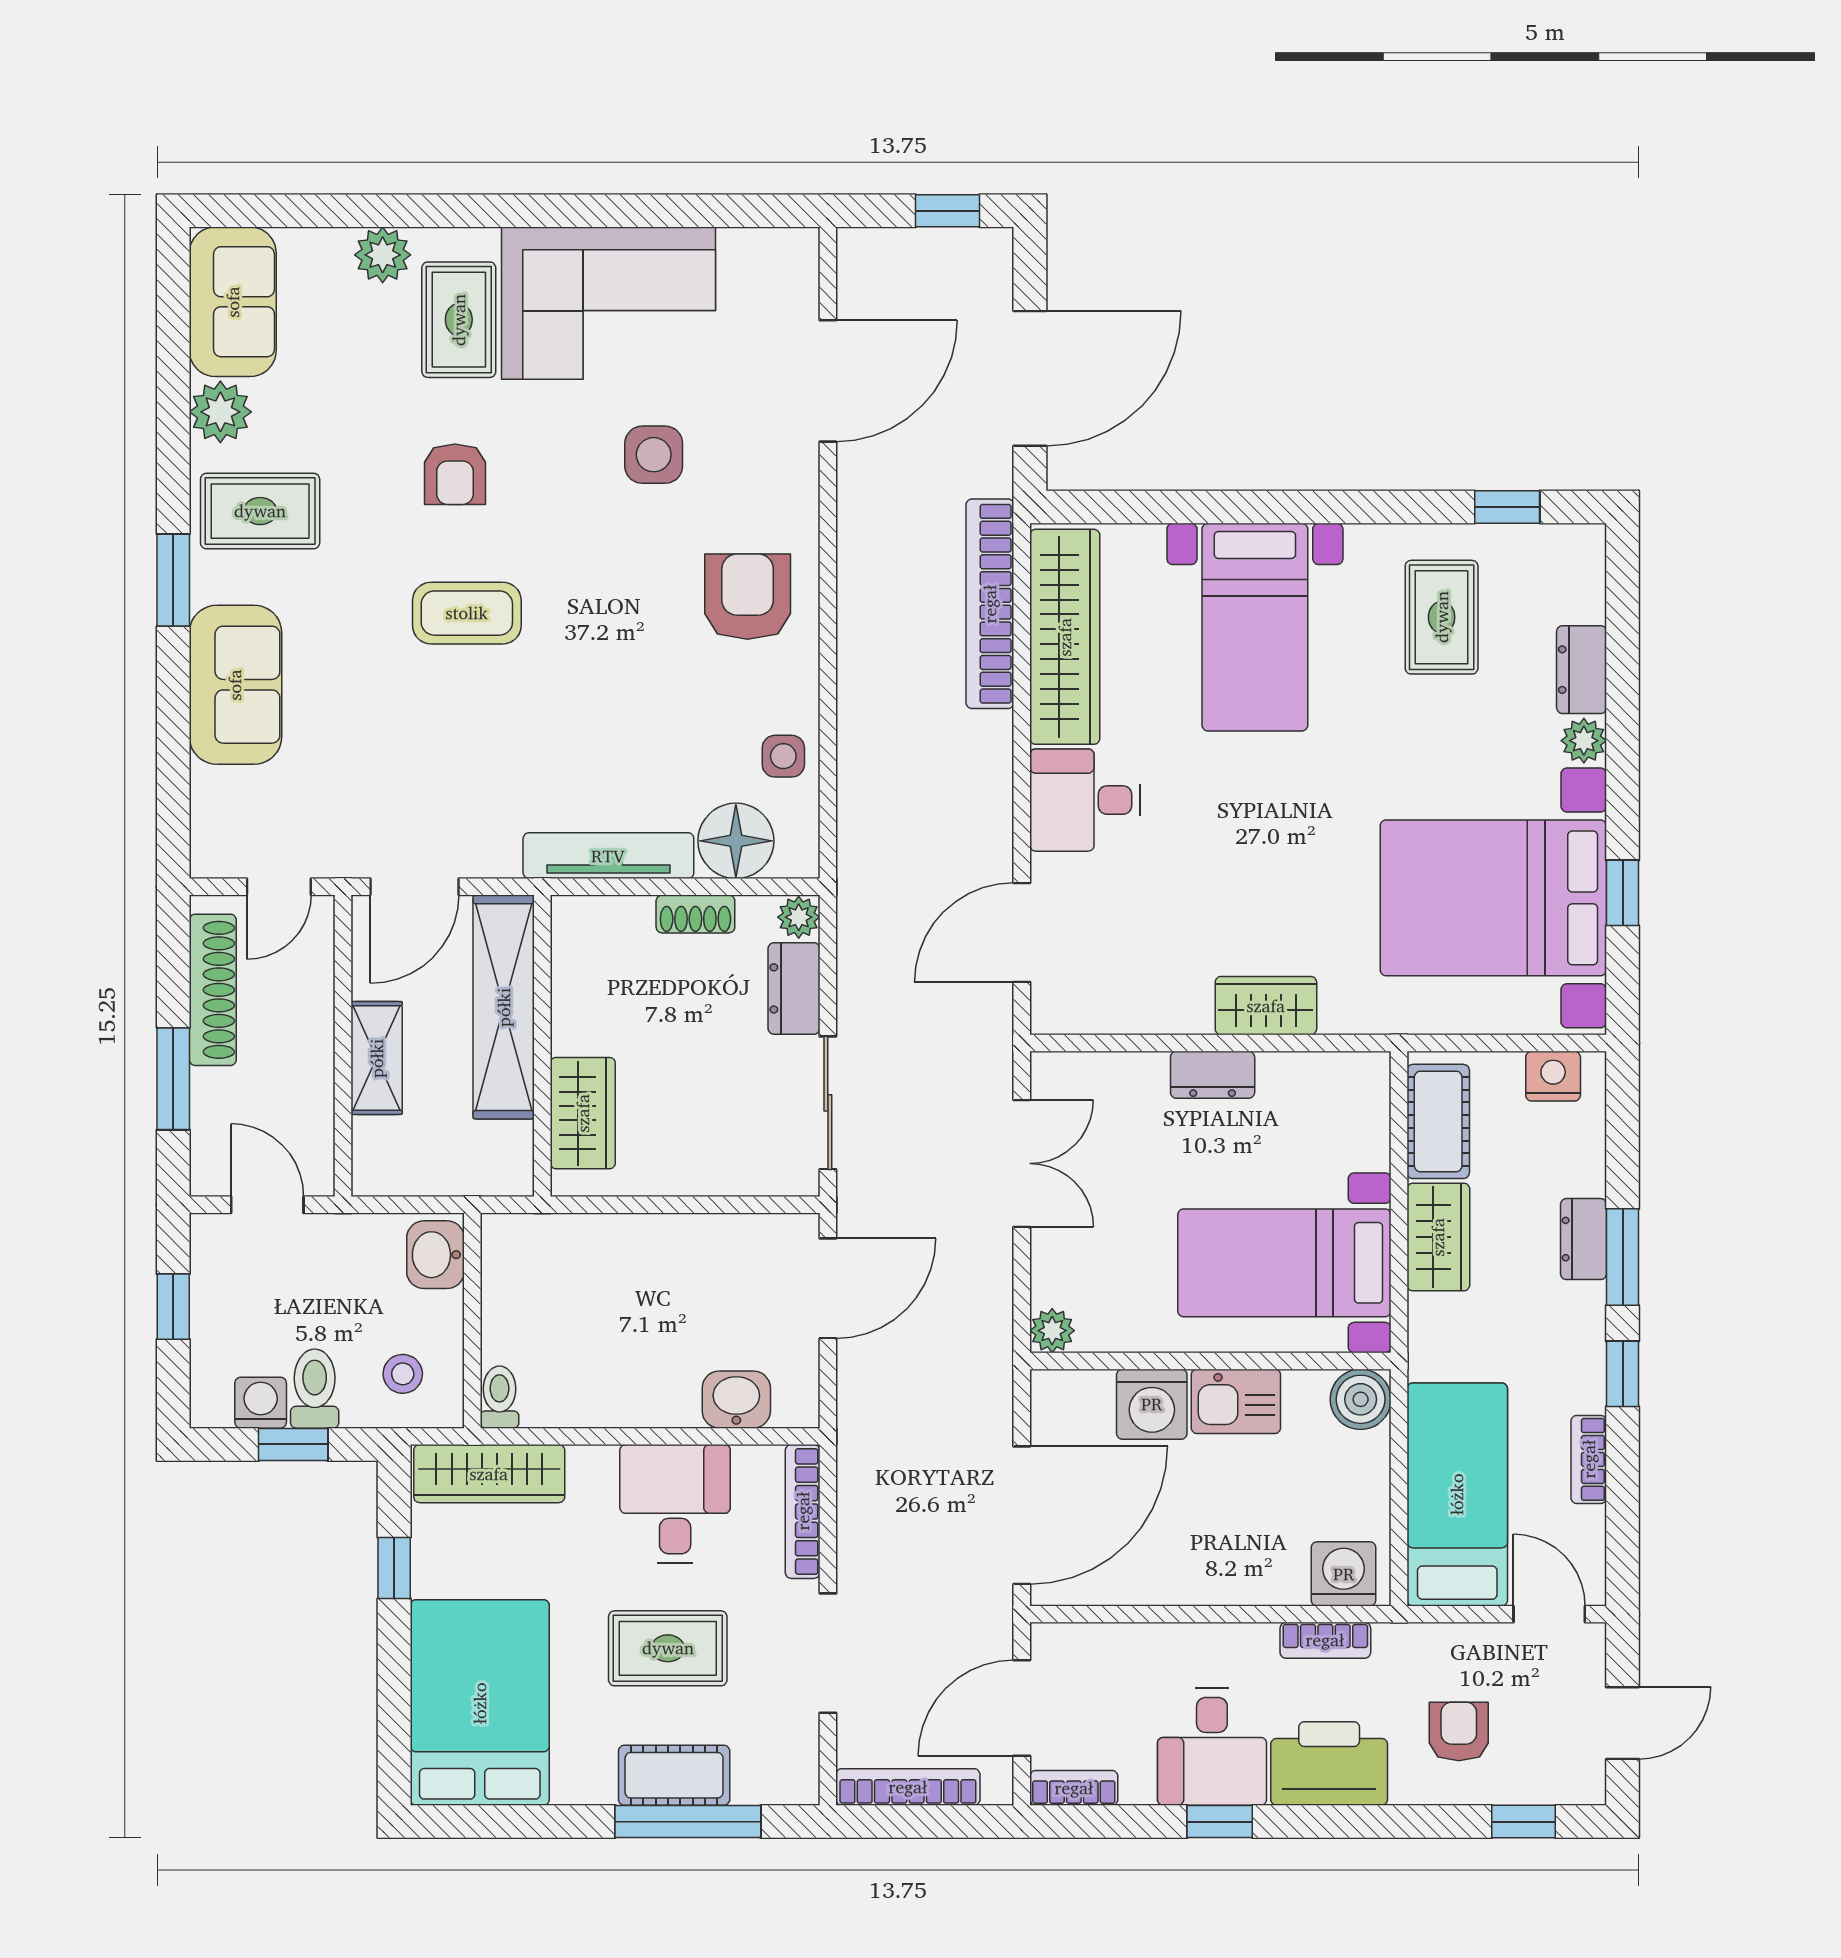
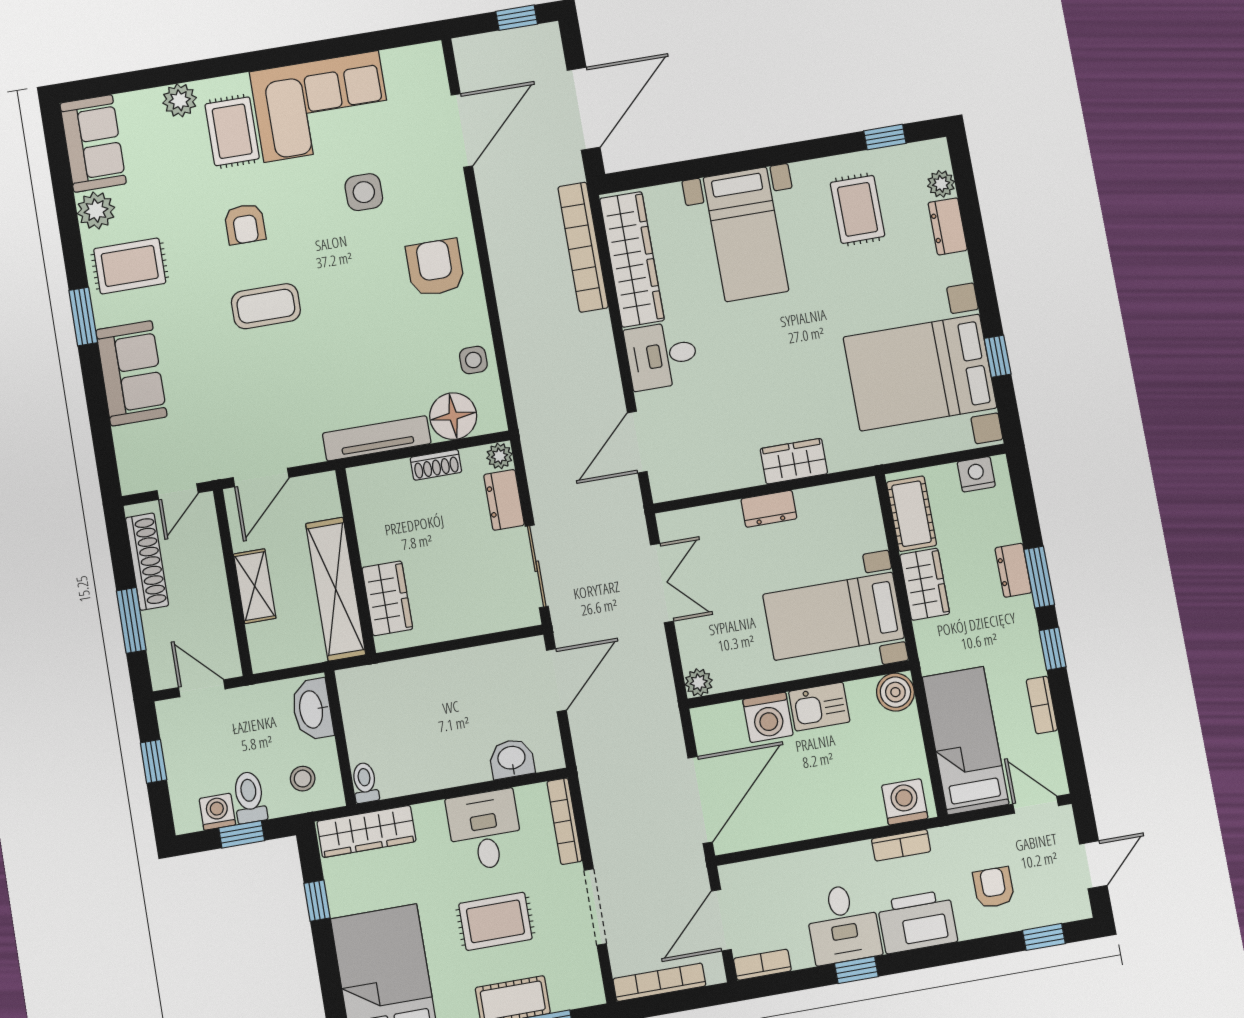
plant: (1584, 741) -> (941, 184), moved
shelving: (504, 1007) -> (336, 589), moved
washbasin: (435, 1255) -> (312, 709), width x1.38

